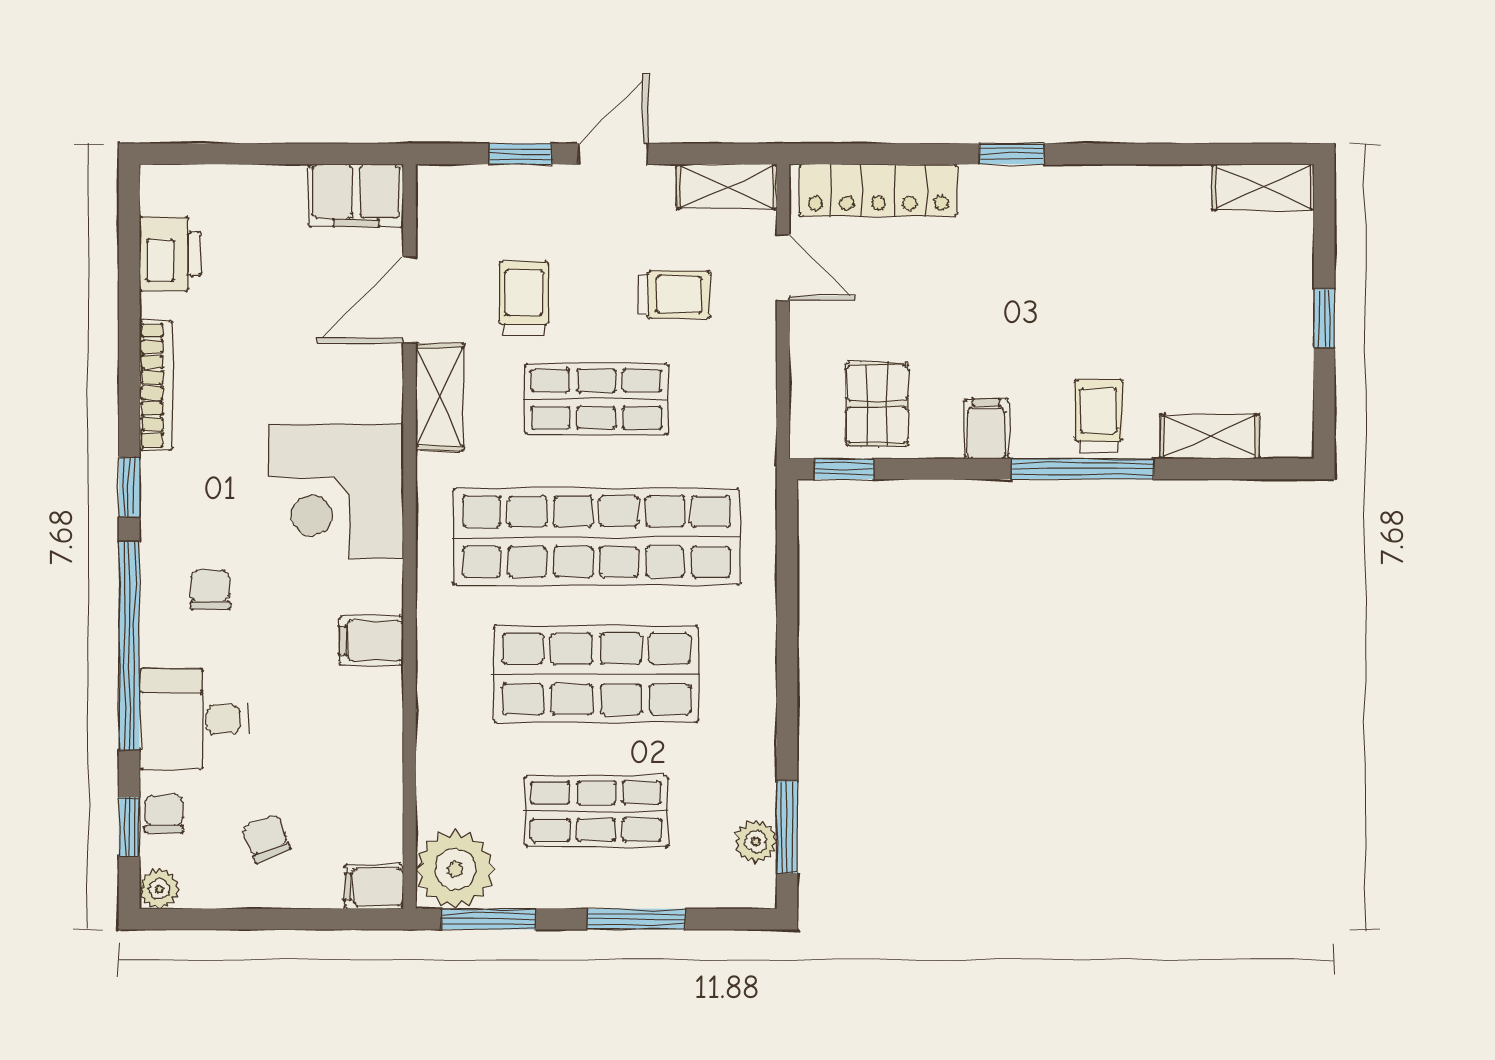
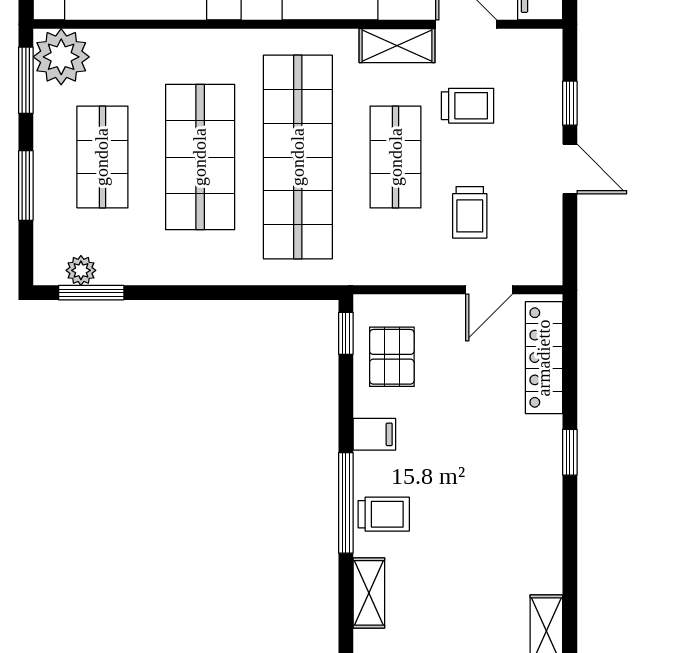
shelving: (727, 187) -> (547, 250), removed
pallet: (877, 404) -> (392, 357), turned 90

